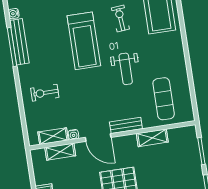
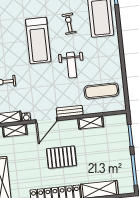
exercise mat: (164, 99) -> (101, 91), turned 90
door: (98, 137) -> (46, 120), hinge flipped

